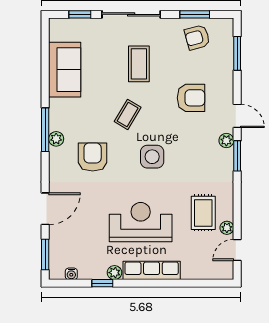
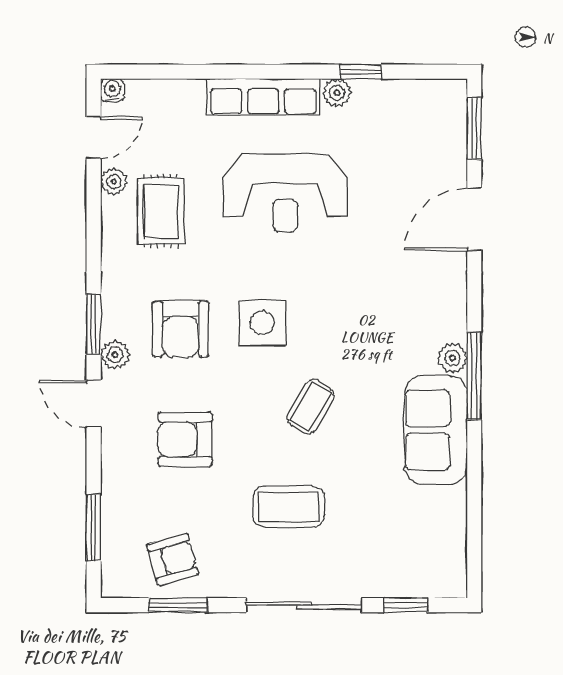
coffee table: (139, 64) -> (288, 507), turned 90
sofa: (65, 70) -> (436, 430), moved
armchair: (93, 157) -> (181, 329), moved
water cooler: (71, 274) -> (112, 90), moved

